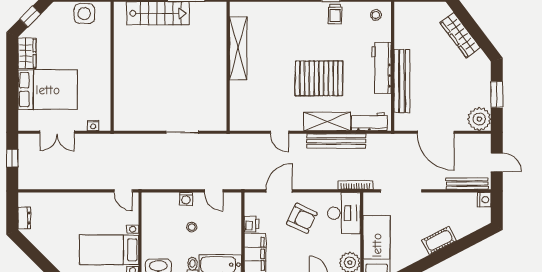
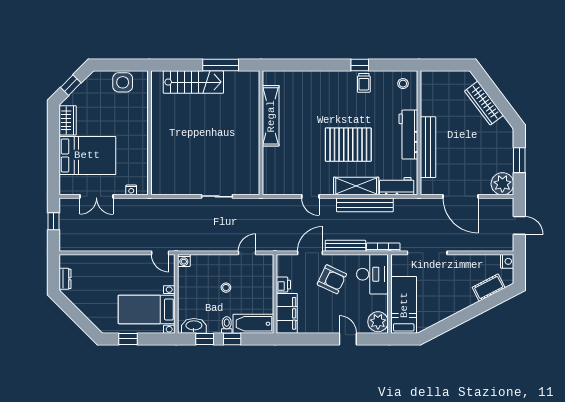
bench: (467, 184) -> (345, 246), moved
door: (214, 191) -> (247, 253), swing flipped
washing machine: (186, 199) -> (184, 260), moved
cot: (439, 240) -> (489, 287), moved

